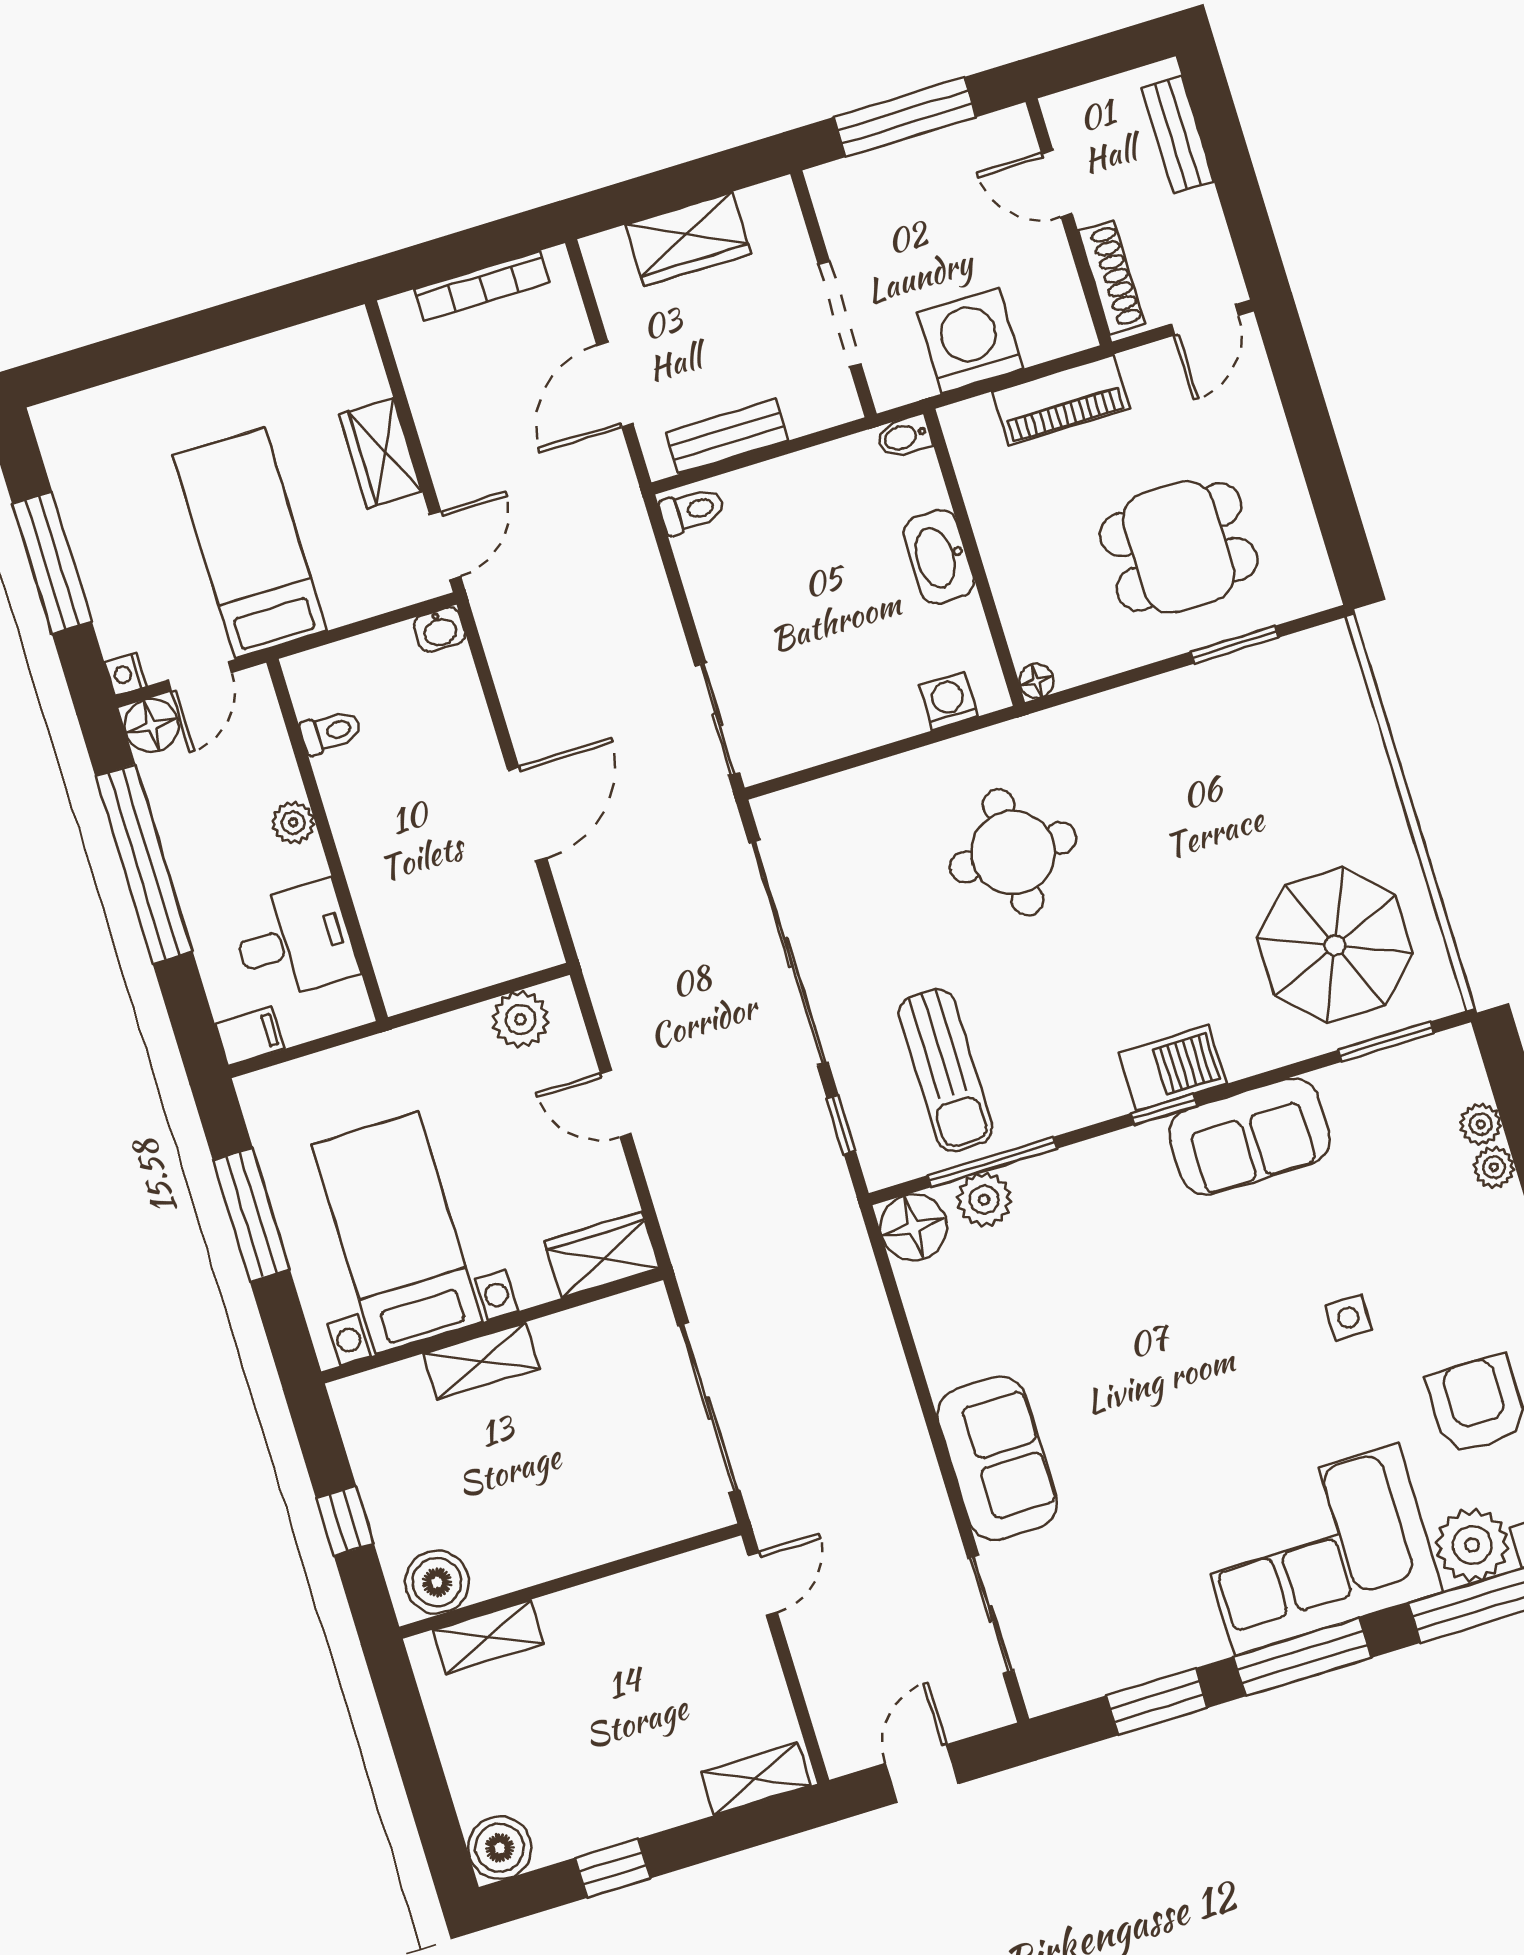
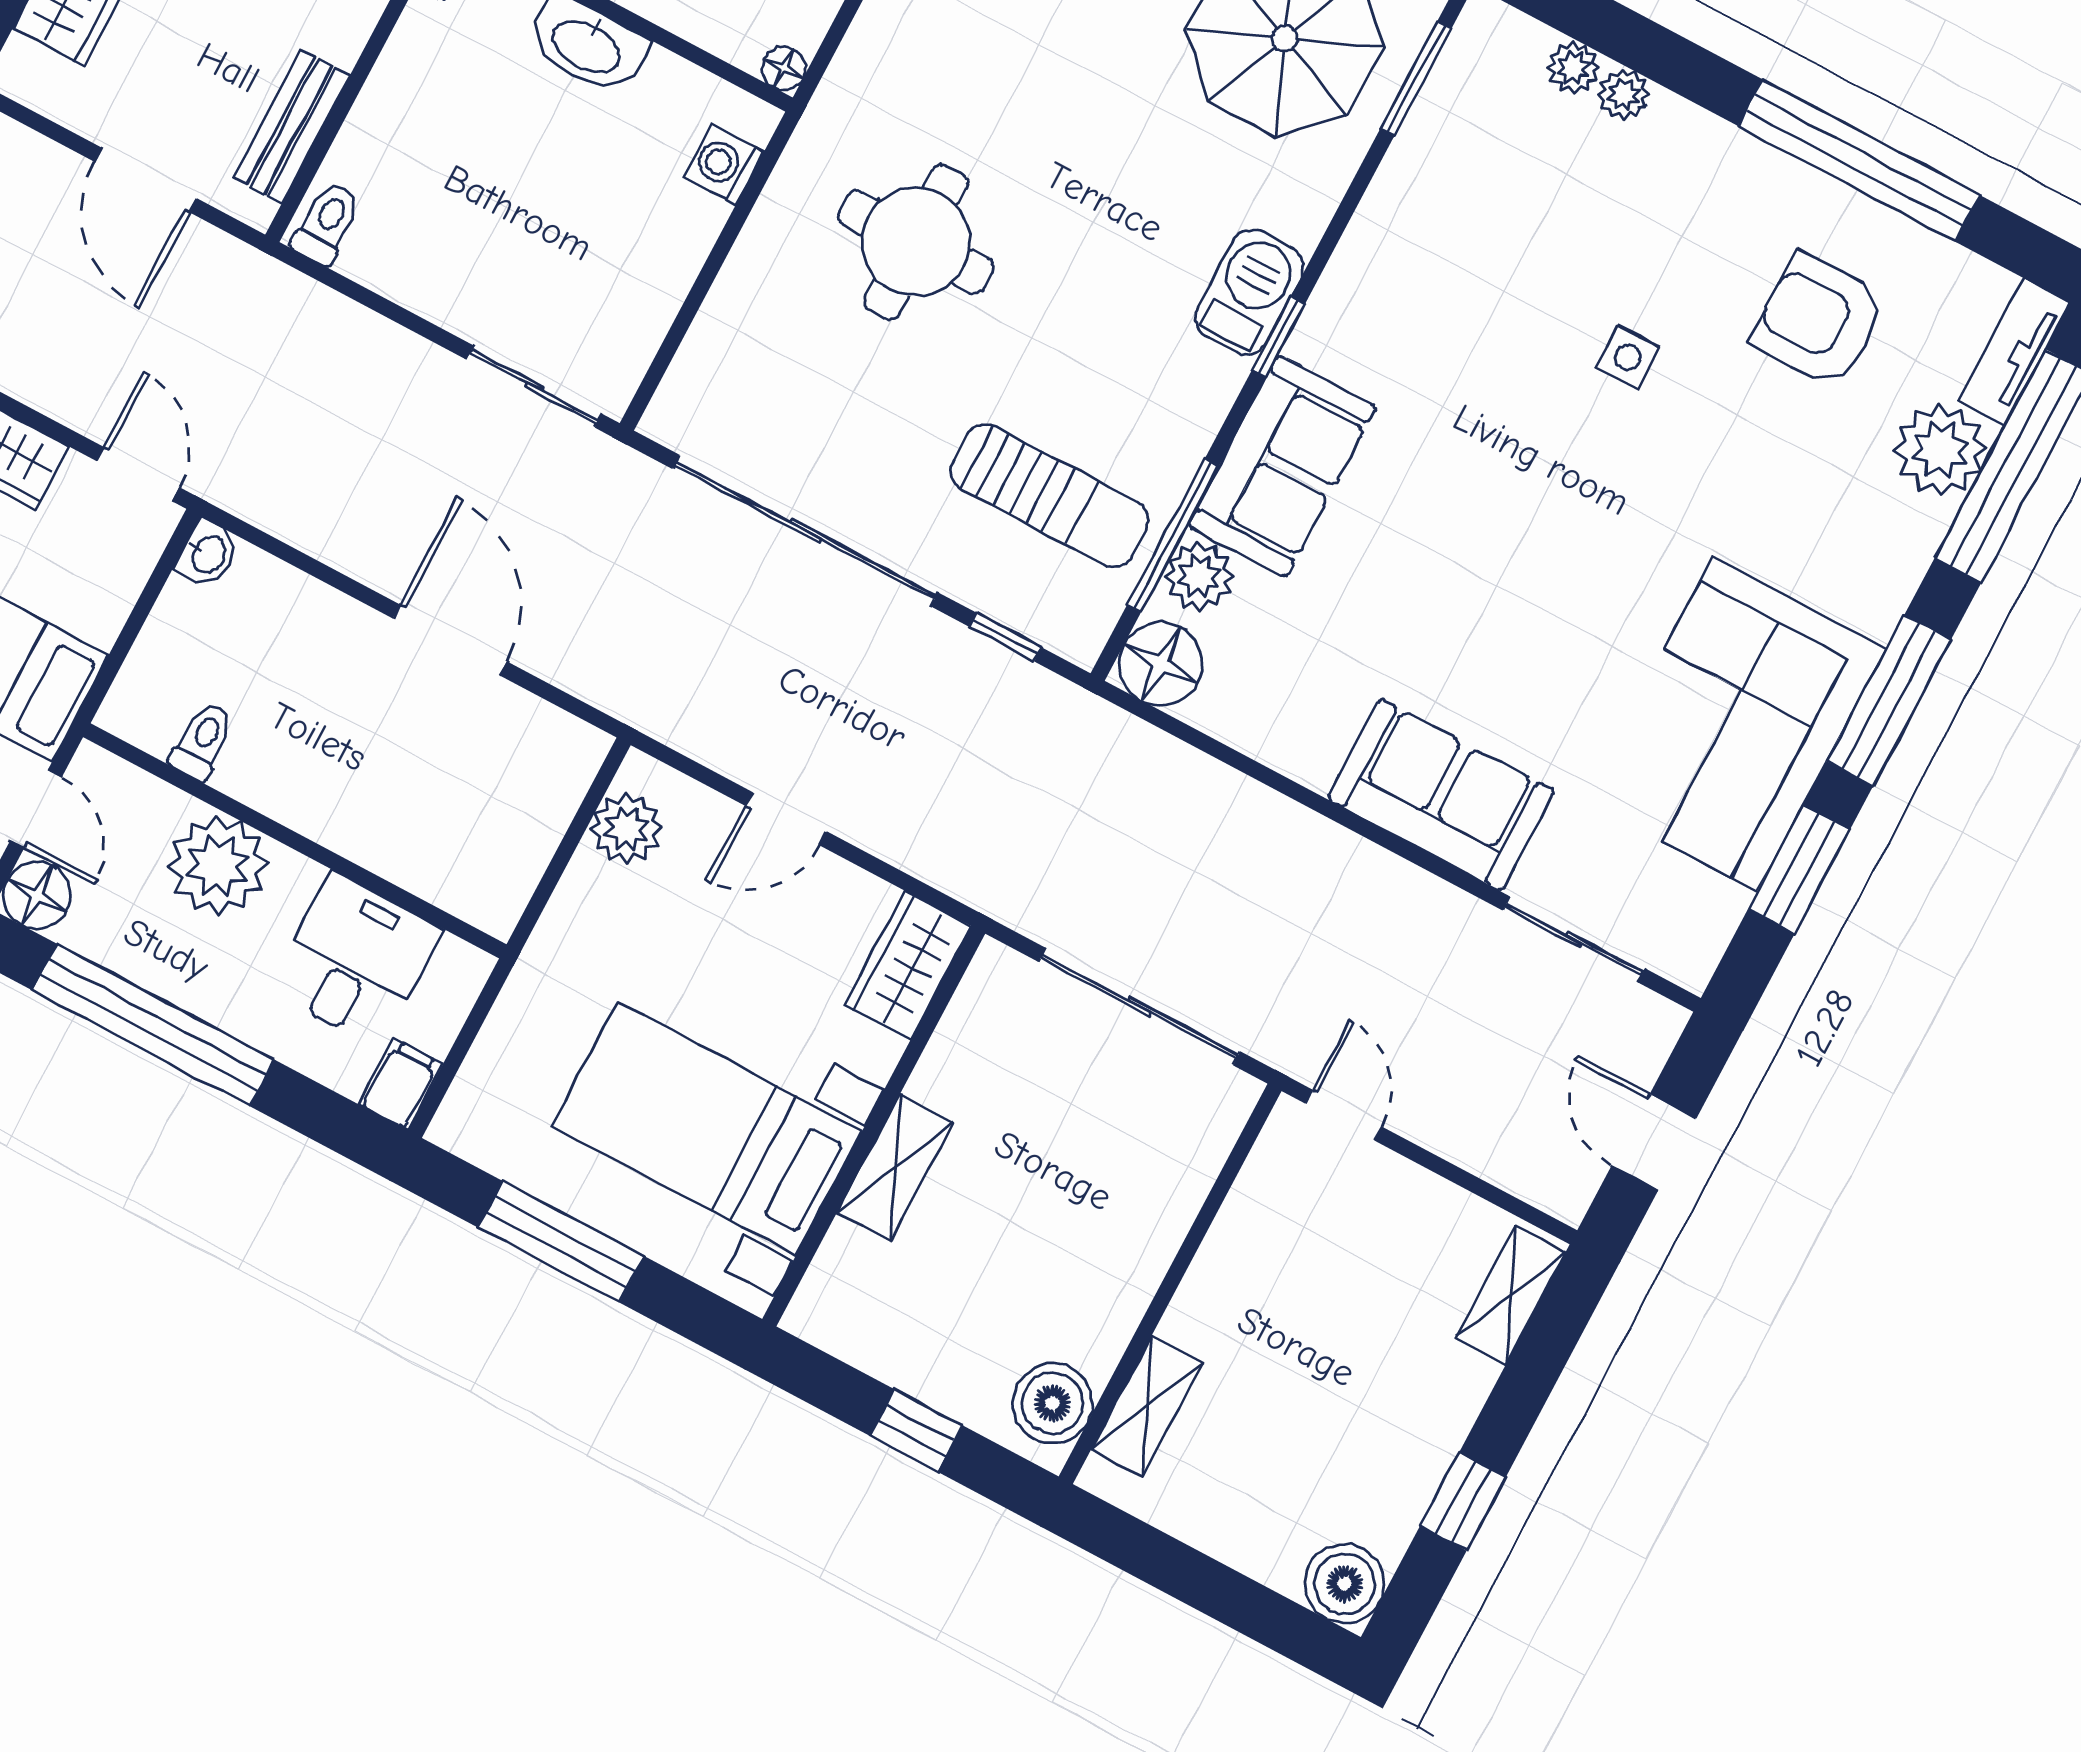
plant: (293, 823) -> (218, 865), width x1.88, depth x1.88
sofa: (1250, 1136) -> (1282, 466), moved
corner sofa: (1316, 1549) -> (1735, 724), moved

